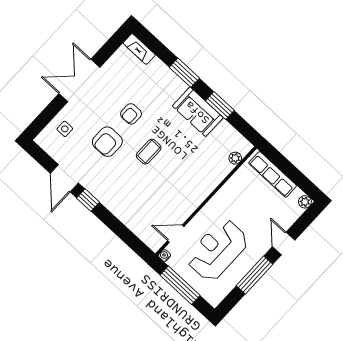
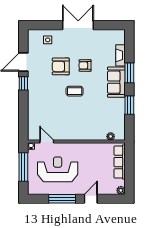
fireplace: (139, 49) -> (120, 55), moved
sofa: (198, 112) -> (116, 82), moved

